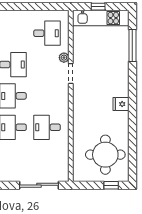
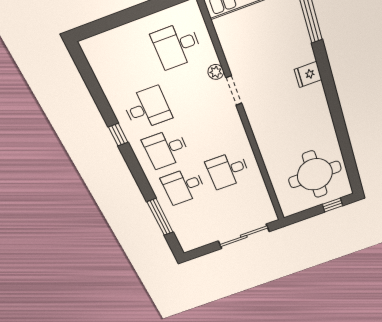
desk: (47, 33) -> (177, 45), turned 180
fridge: (121, 104) -> (308, 75), moved

